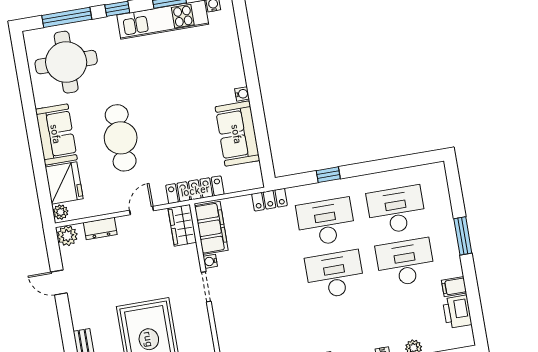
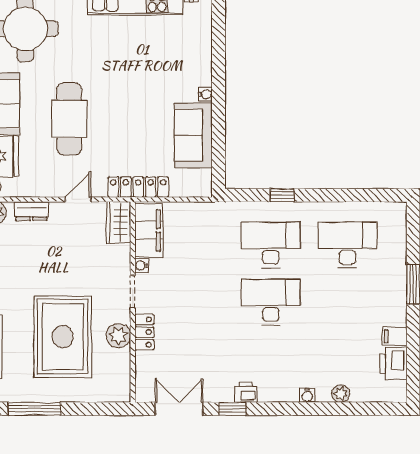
locker: (270, 200) -> (144, 332), moved, turned -90
desk: (405, 263) -> (347, 302), removed
plant: (200, 329) -> (118, 336), added

